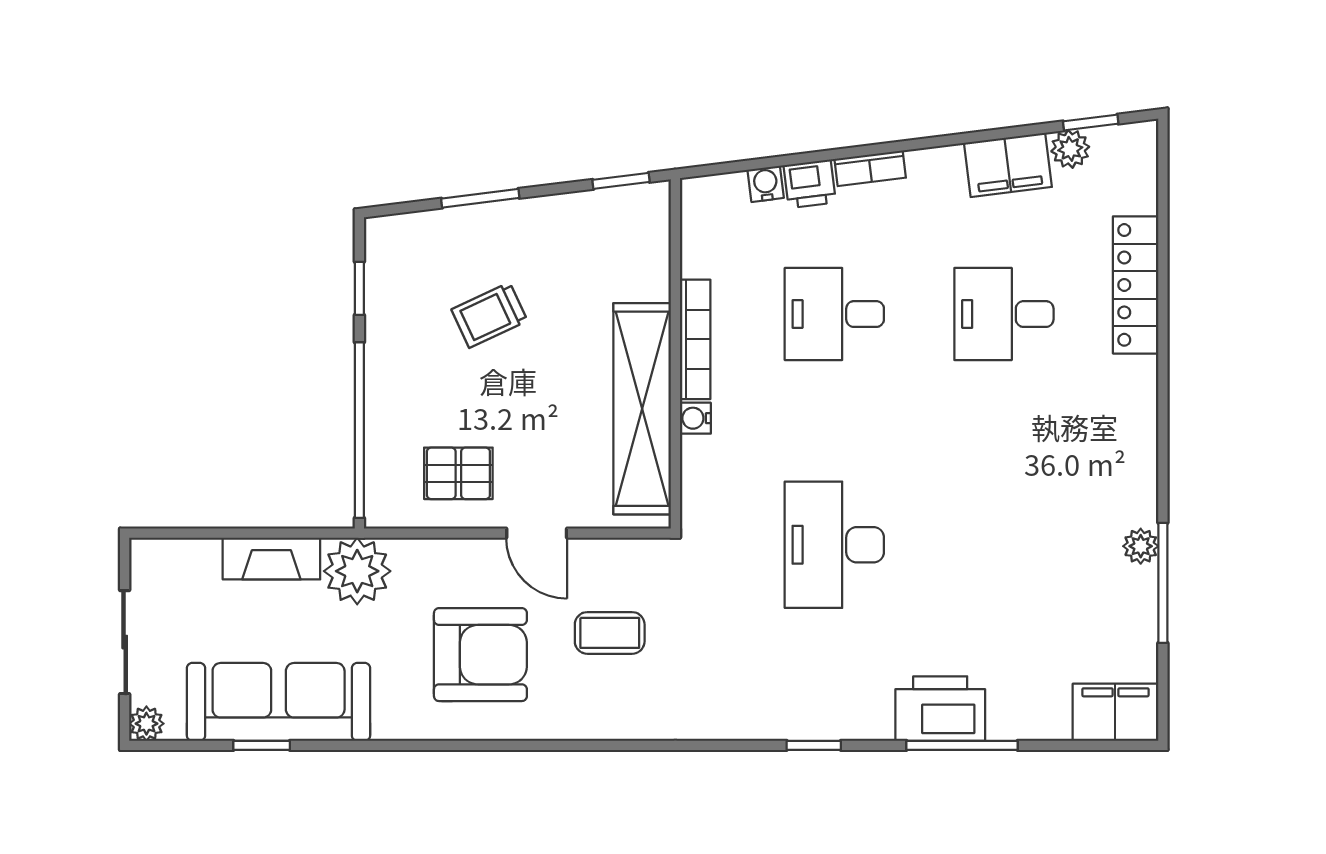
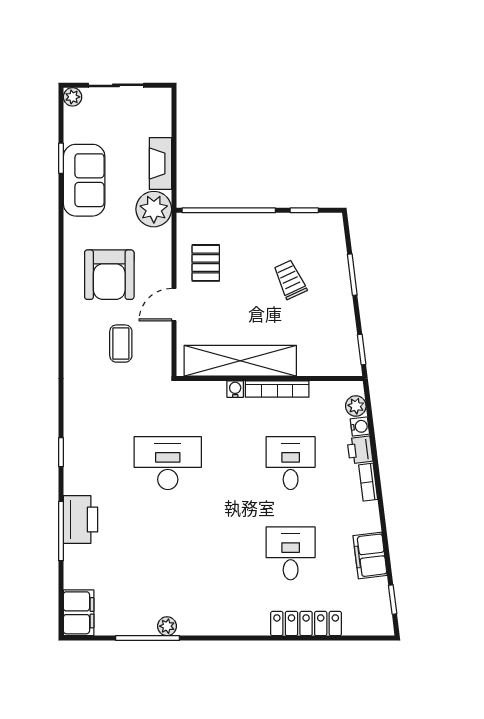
plant: (1070, 149) -> (356, 406), moved
sofa: (279, 702) -> (84, 180), width x0.73

